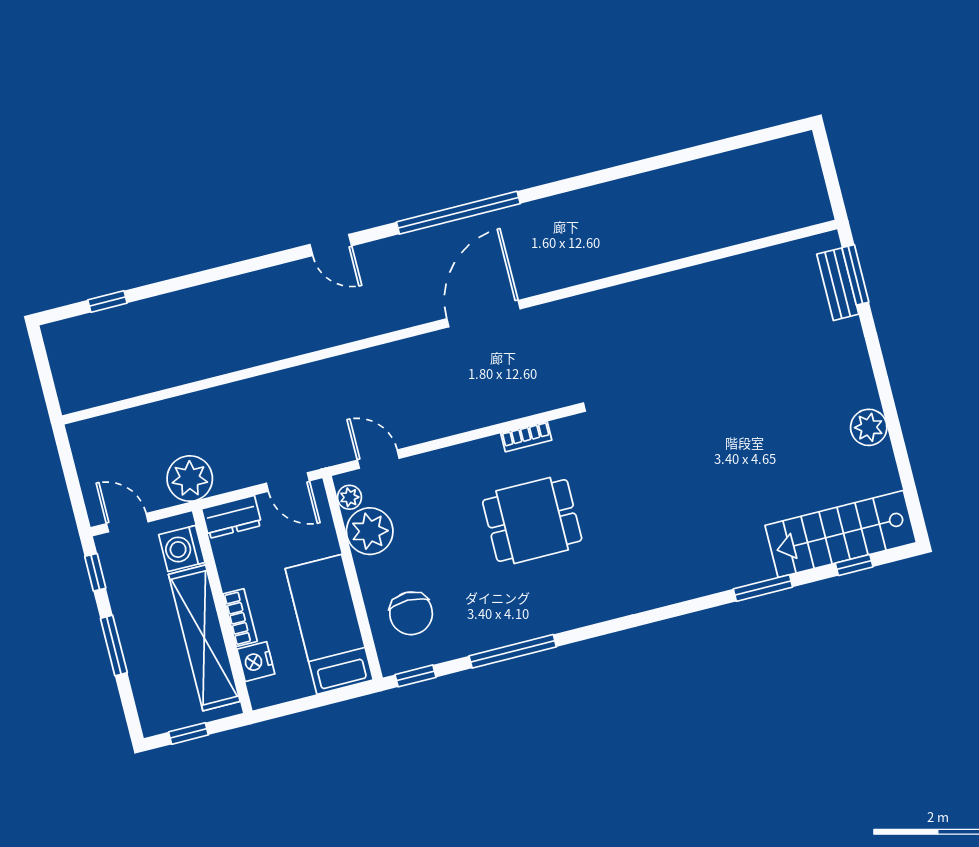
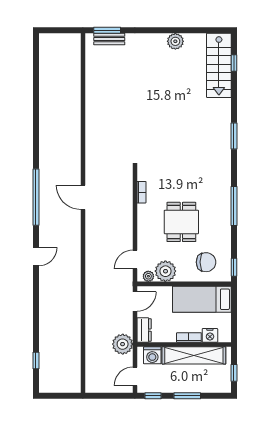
door: (483, 314) -> (83, 197), width x0.73
dining table: (532, 520) -> (181, 222), moved
window: (763, 588) -> (234, 136), moved
window: (513, 651) -> (234, 206), moved

